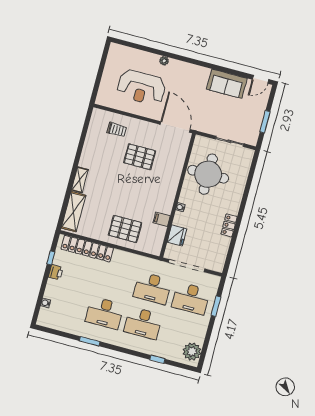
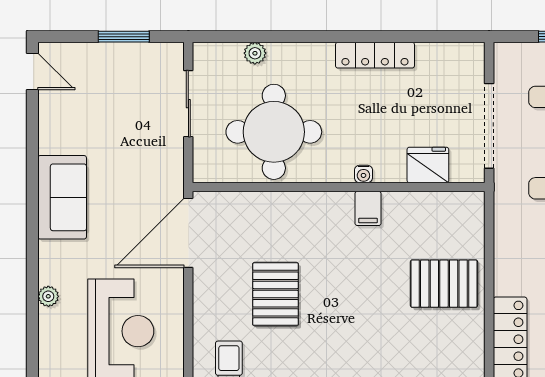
sofa: (227, 84) -> (62, 197), moved
plant: (243, 175) -> (255, 53), added
filing cabinet: (162, 219) -> (368, 208), moved
locker: (229, 225) -> (375, 55), width x1.53
pallet: (125, 229) -> (444, 284), turned 90

